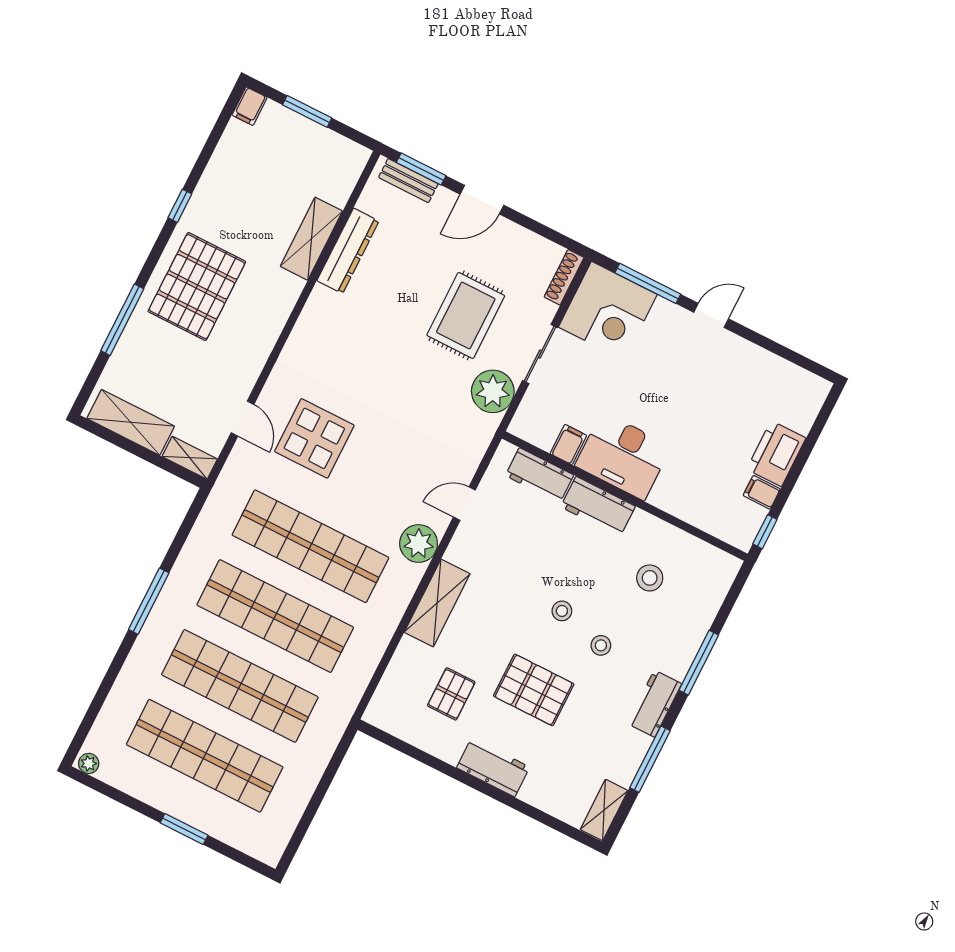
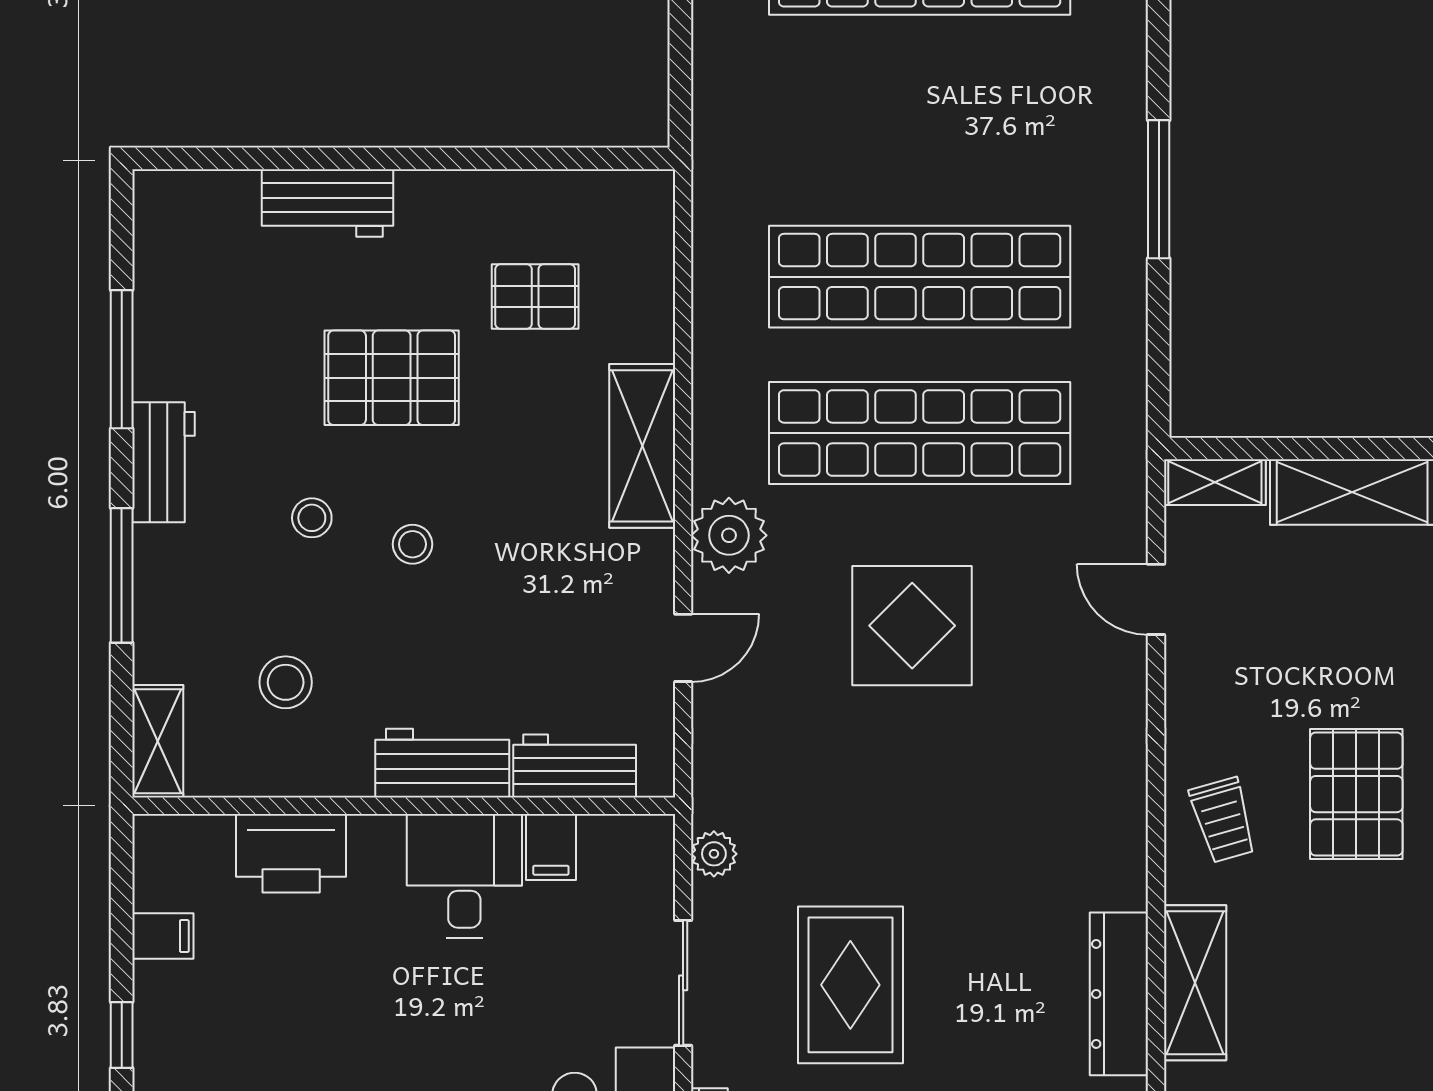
pallet: (197, 287) -> (1356, 794), width x0.73, depth x0.71
trolley: (262, 305) -> (1223, 820), added
plant: (493, 391) -> (714, 854), width x0.53, depth x0.53
display table: (314, 438) -> (912, 626), moved
printer: (776, 454) -> (291, 853), moved, turned 90
desk: (623, 456) -> (464, 876), width x0.73
window: (765, 532) -> (122, 1035), moved
shop shelf: (240, 686) -> (920, 120), removed
pallet: (451, 694) -> (535, 296), turned 90
workbench: (493, 767) -> (327, 203), moved
shelving: (604, 810) -> (158, 741), moved

